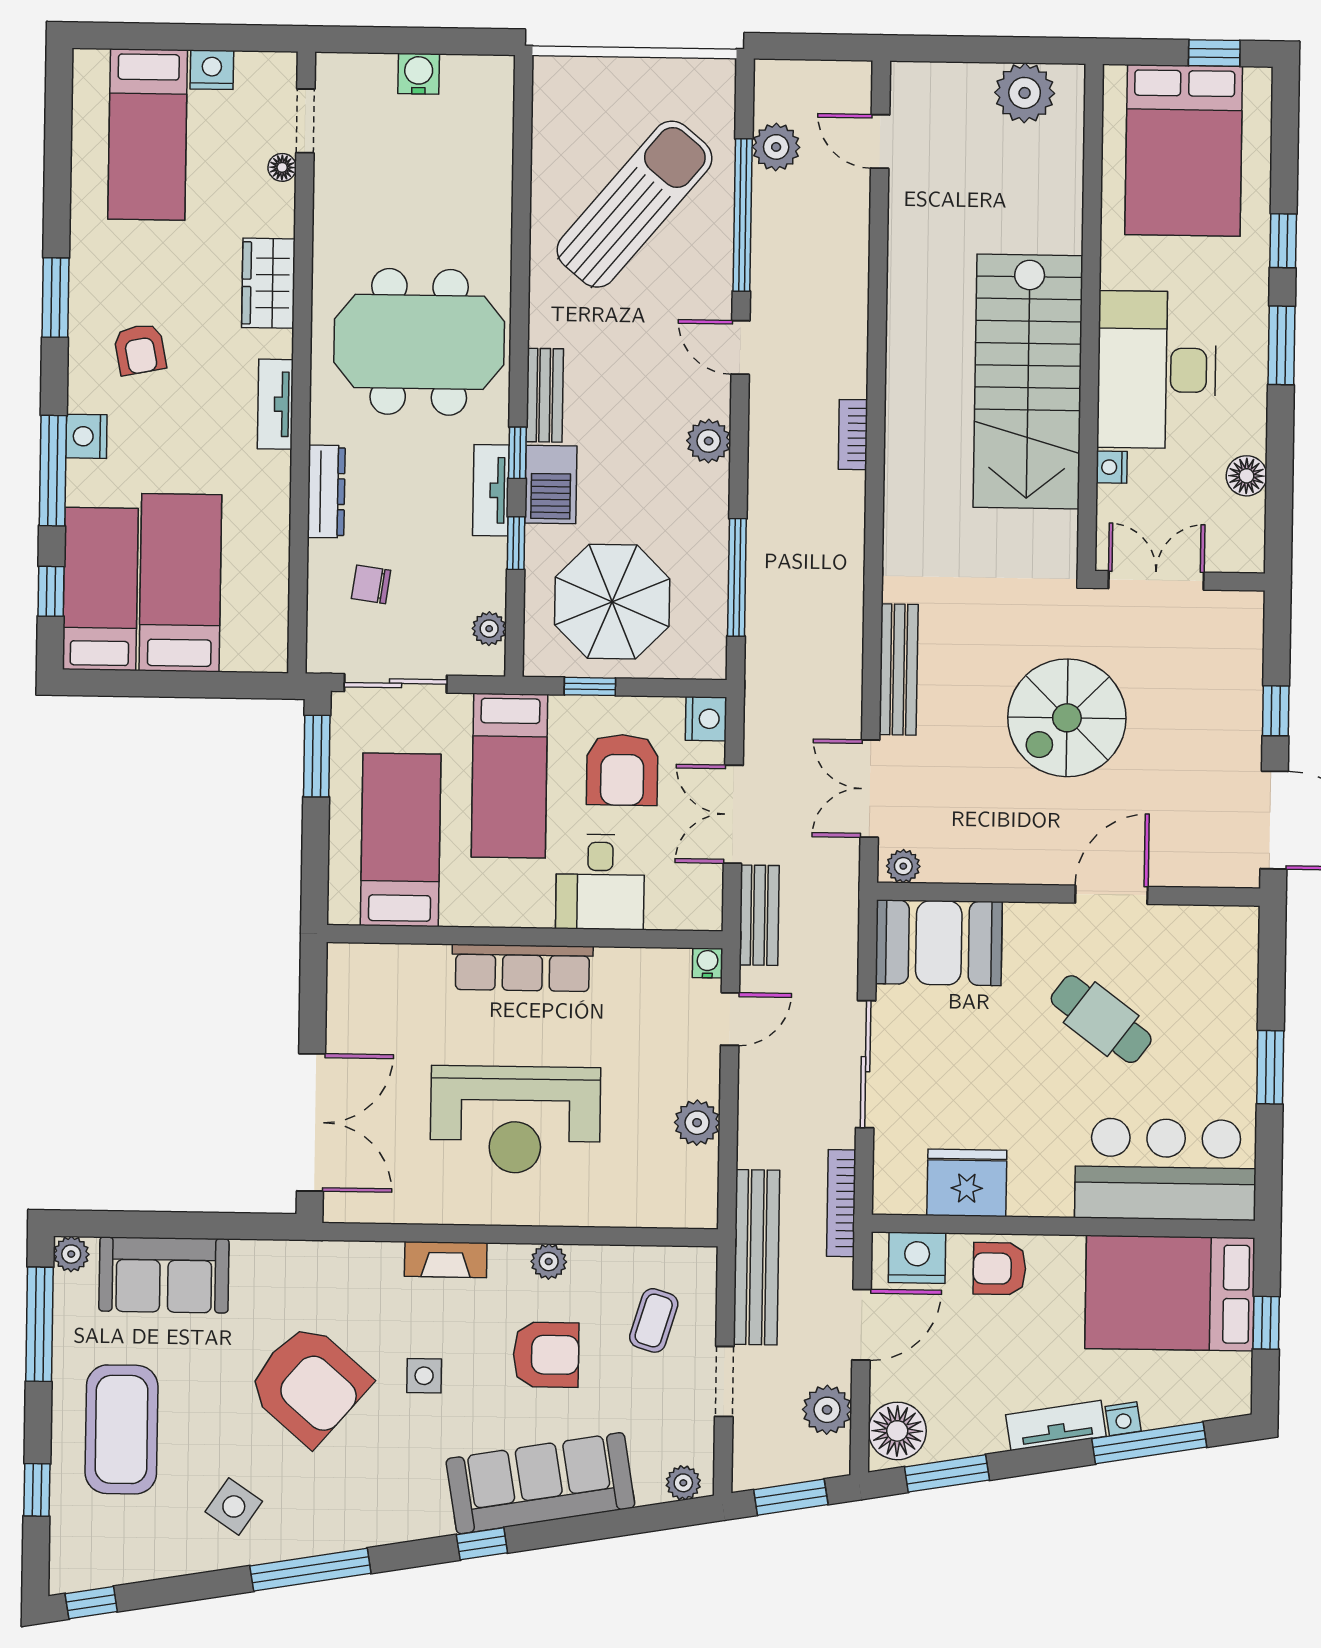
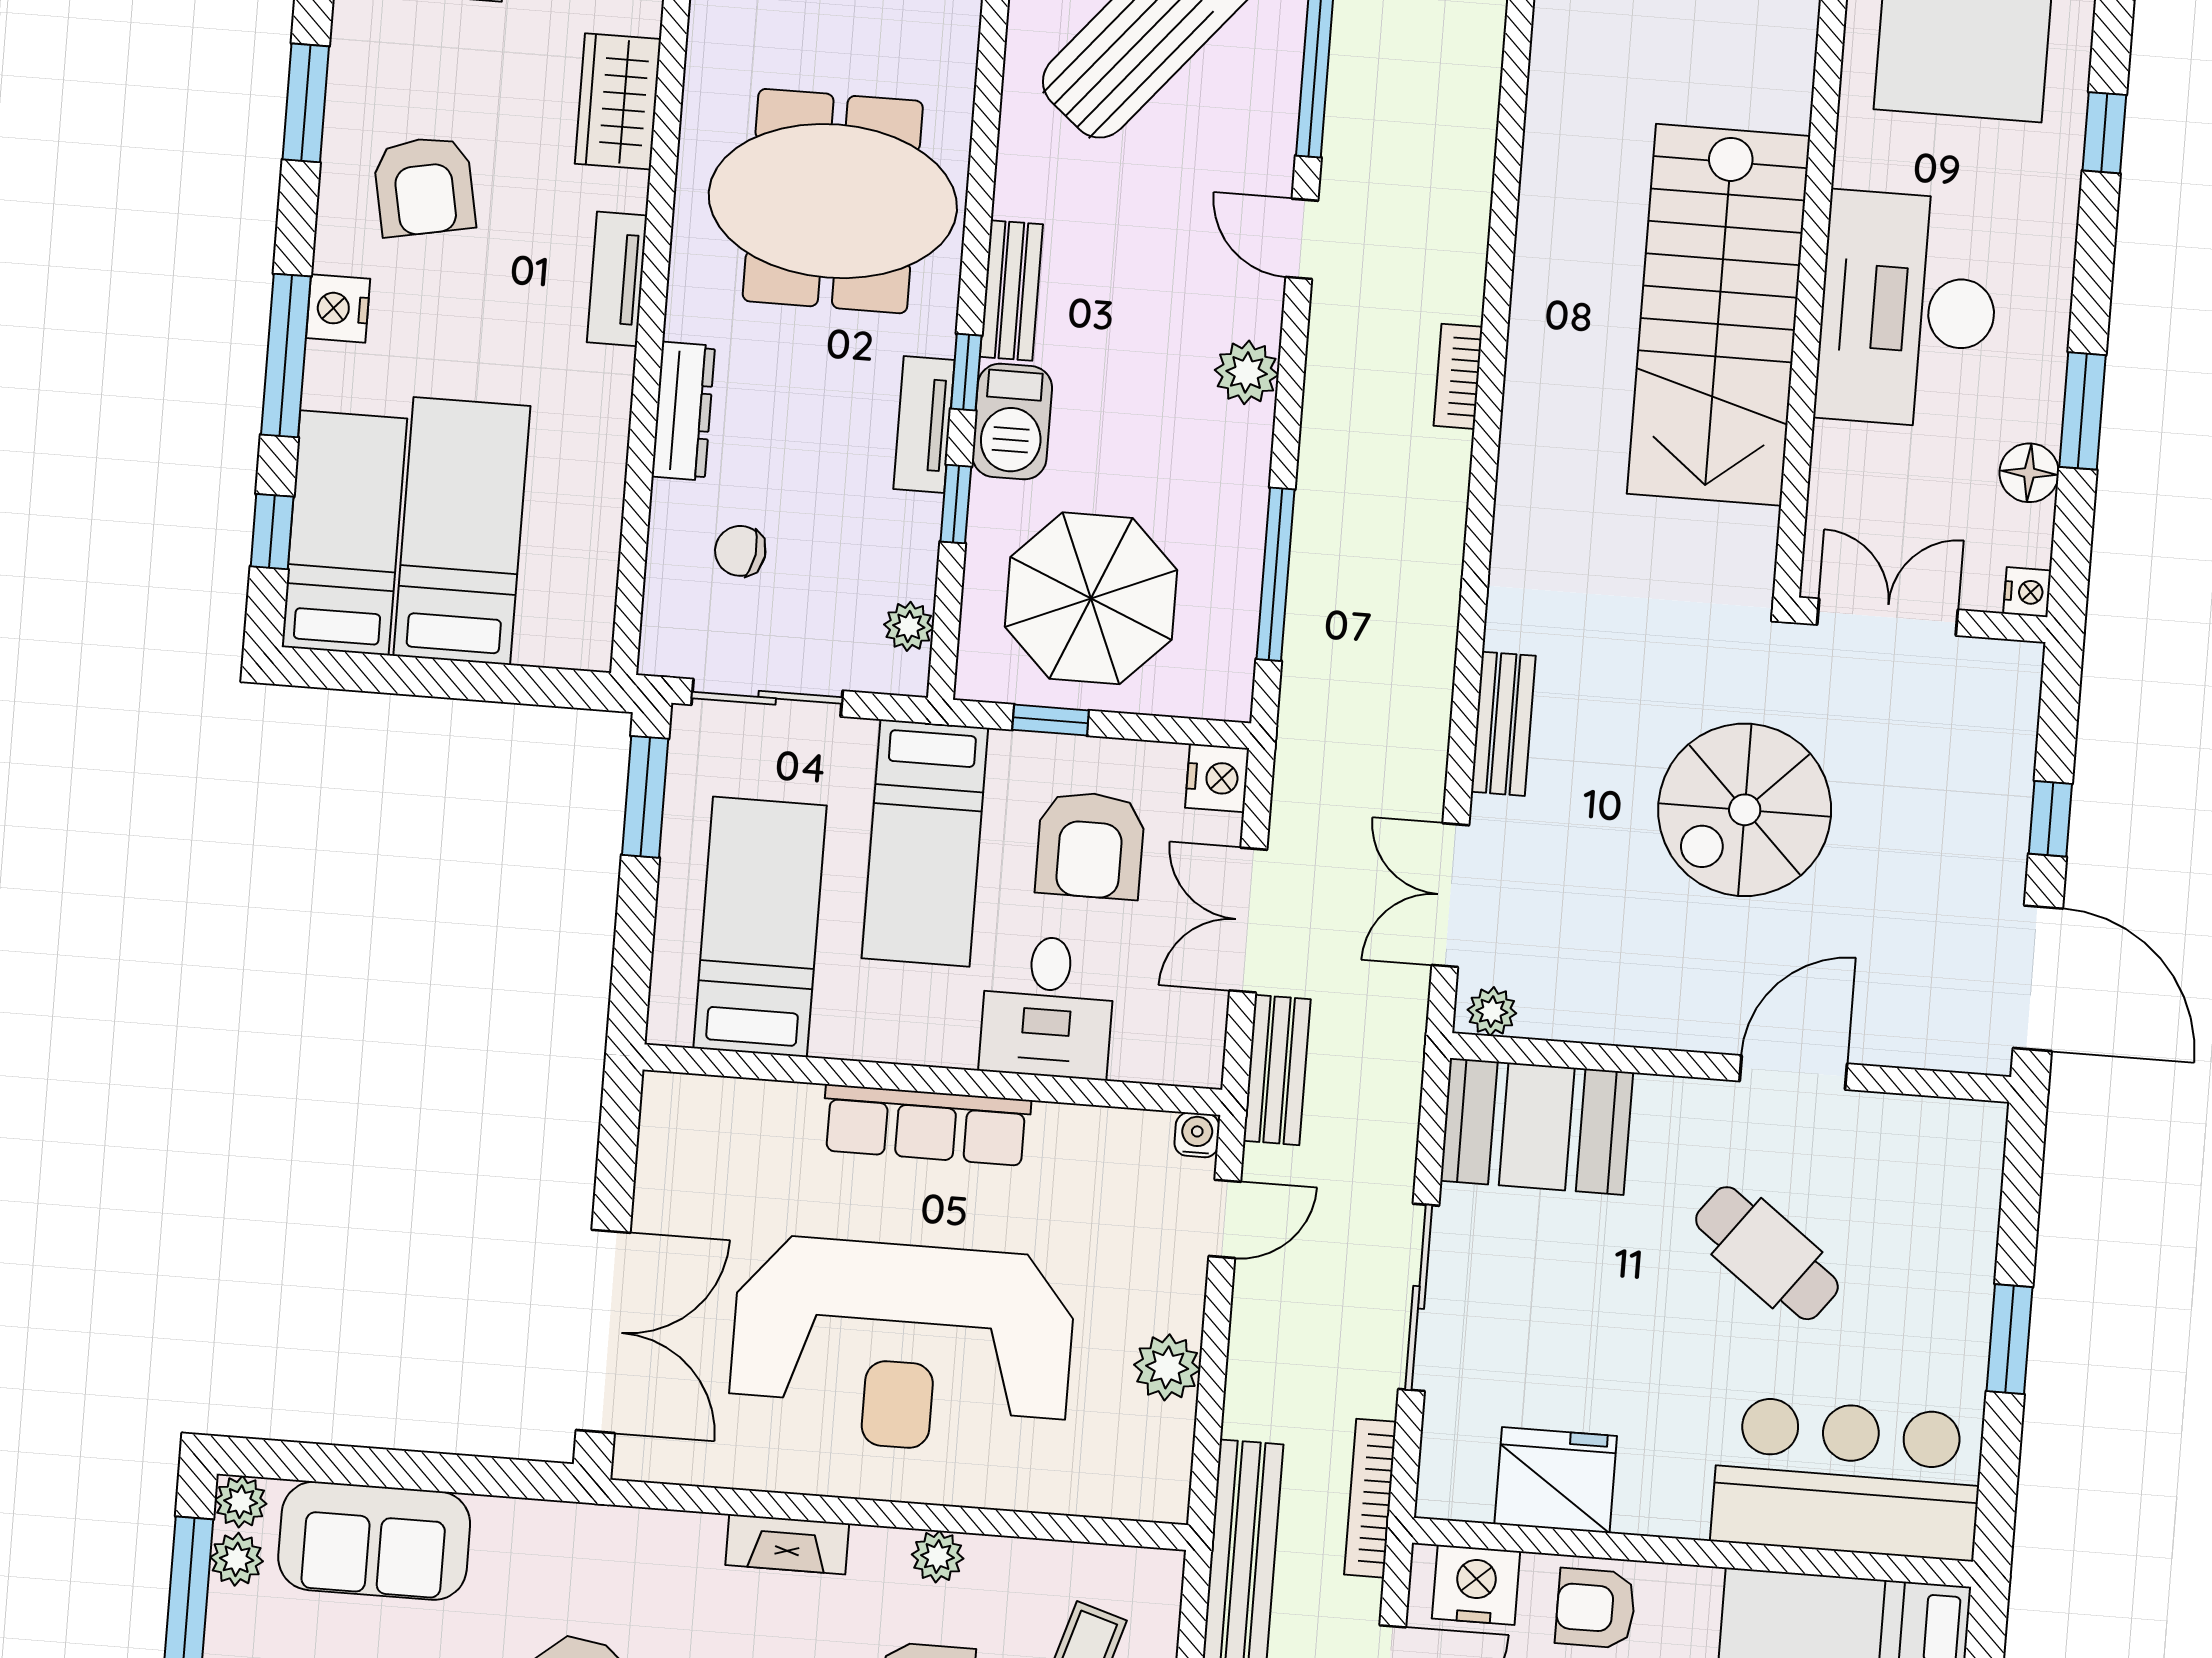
window: (1282, 345) -> (2082, 411), moved
armchair: (140, 349) -> (424, 186), width x1.38, depth x1.38
nightstand: (1112, 467) -> (2027, 592), moved, turned 180
bench: (899, 669) -> (1503, 724), width x0.73
reception desk: (515, 1120) -> (902, 1346), width x1.36, depth x1.30
plant: (71, 1293) -> (237, 1559), added

